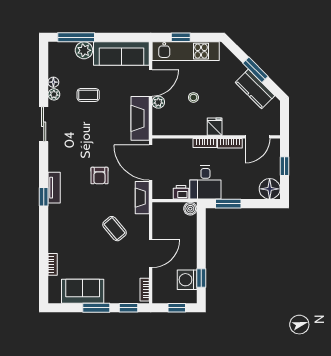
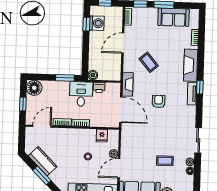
fireplace: (140, 118) -> (191, 65), moved, turned 180
fridge: (215, 127) -> (102, 136), moved

